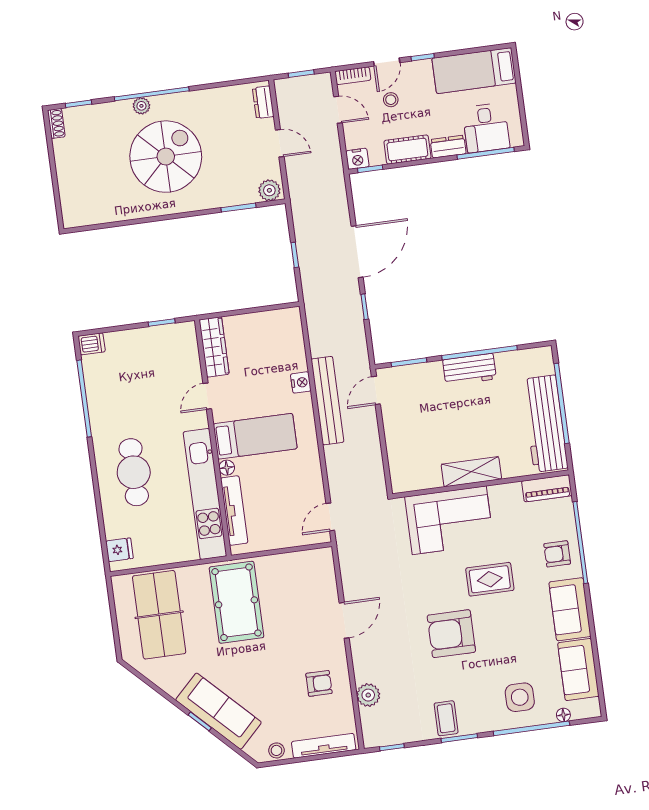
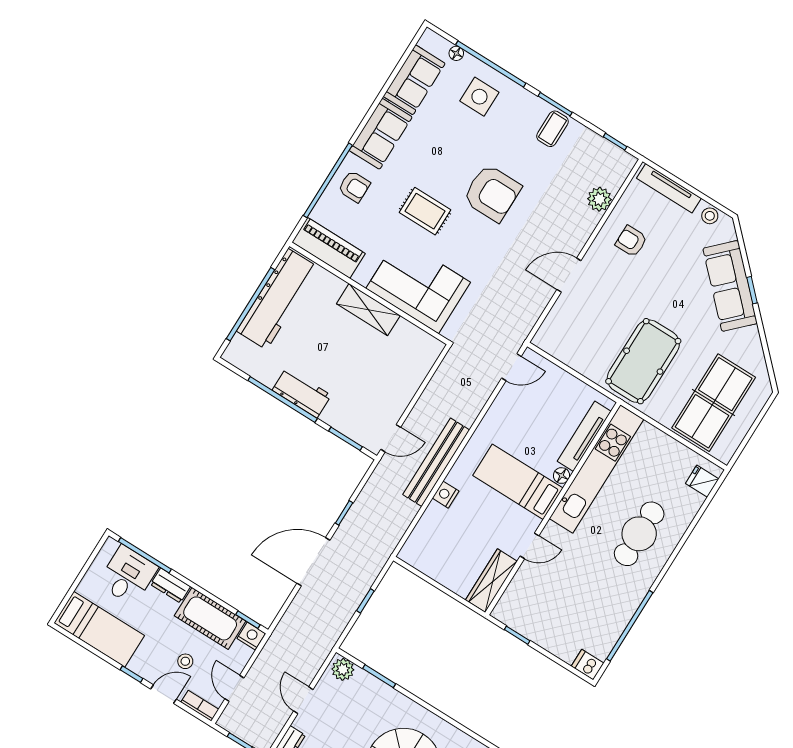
cot: (407, 150) -> (210, 618), width x1.37, depth x1.34
piano: (547, 488) -> (329, 248), width x1.37, depth x1.33

